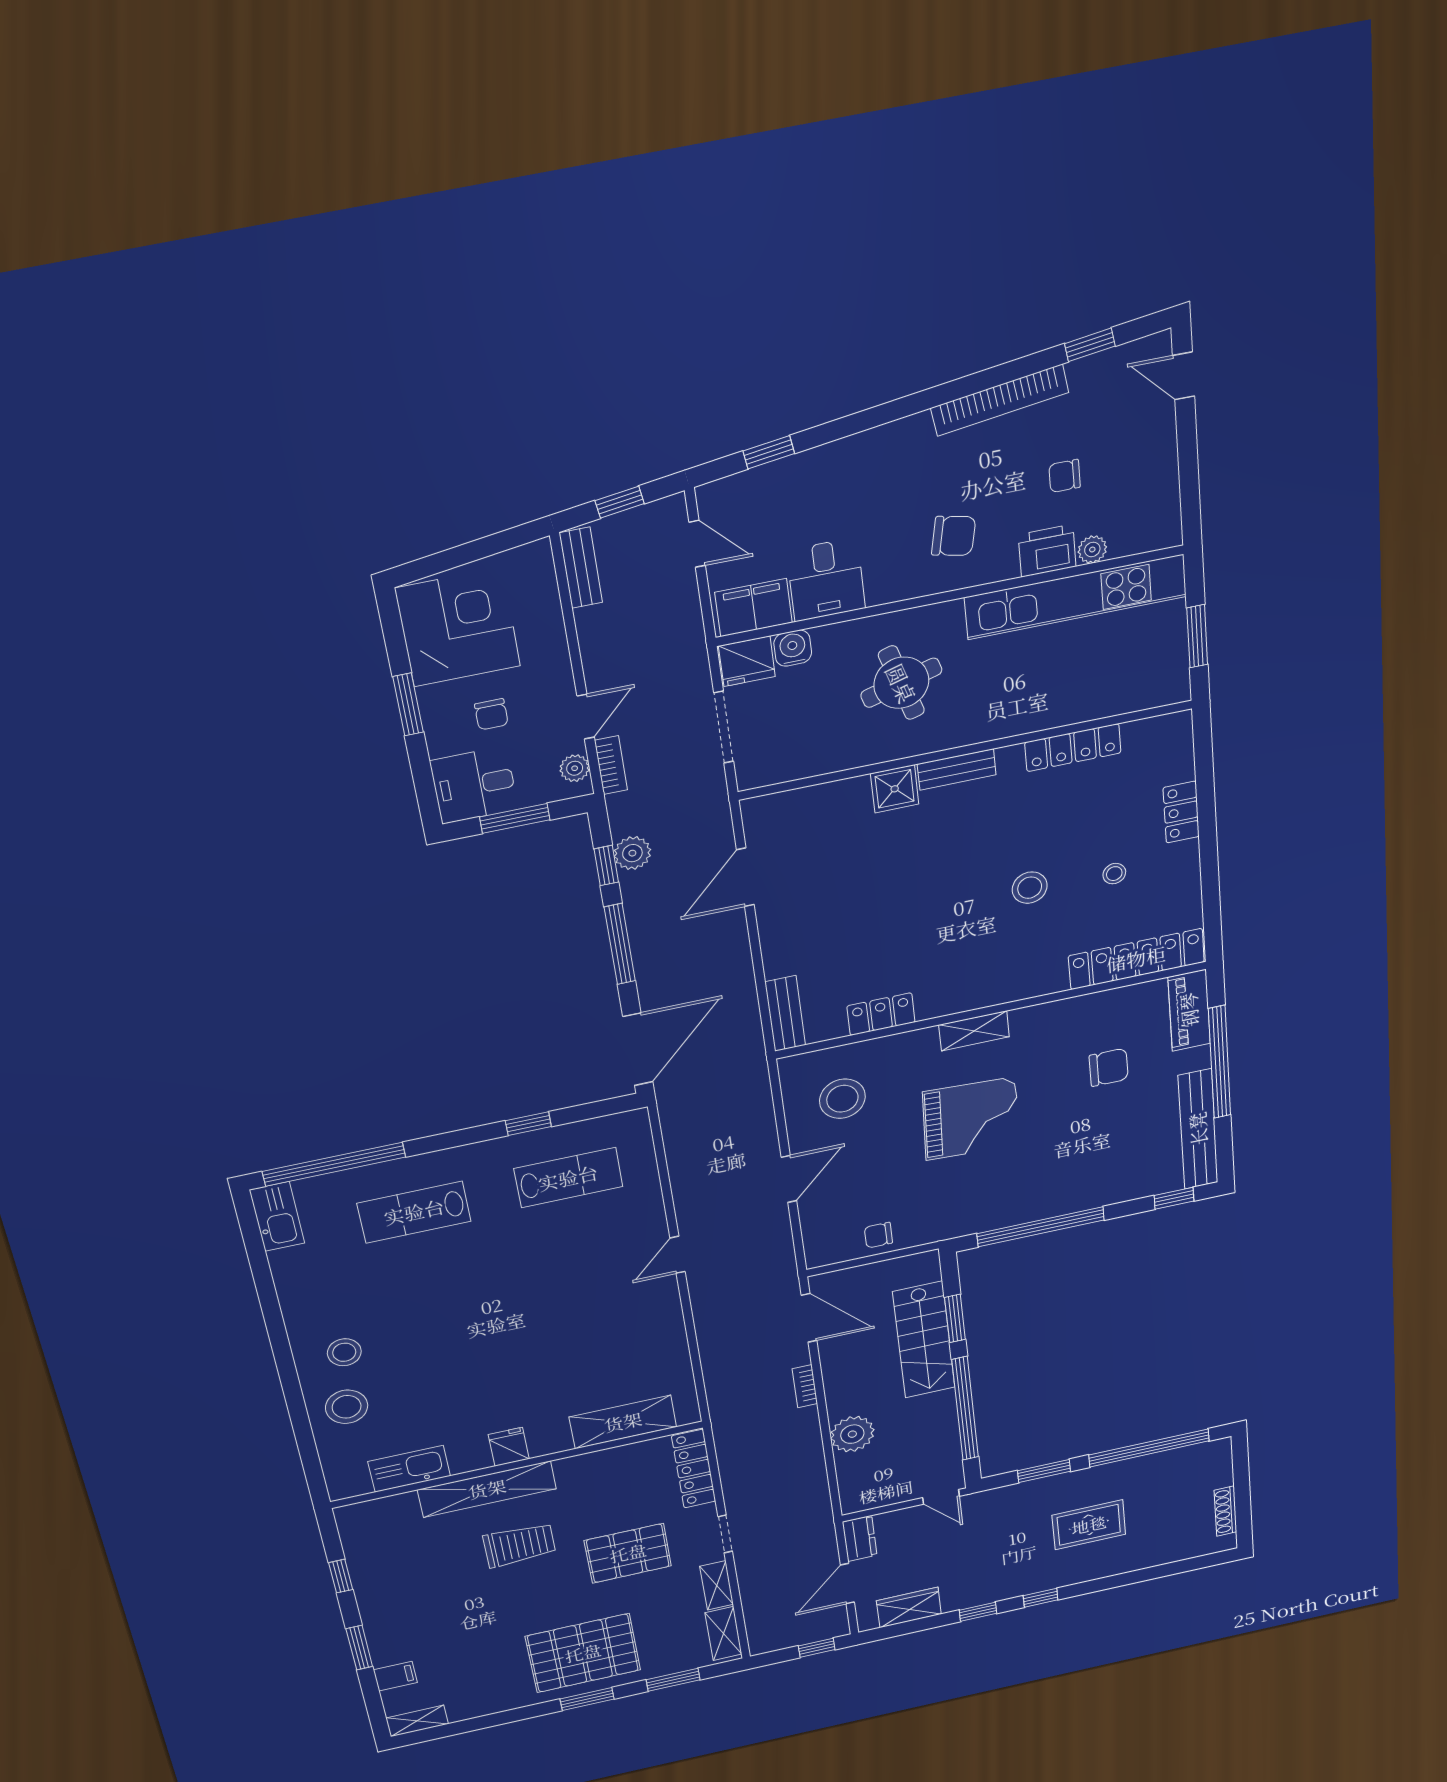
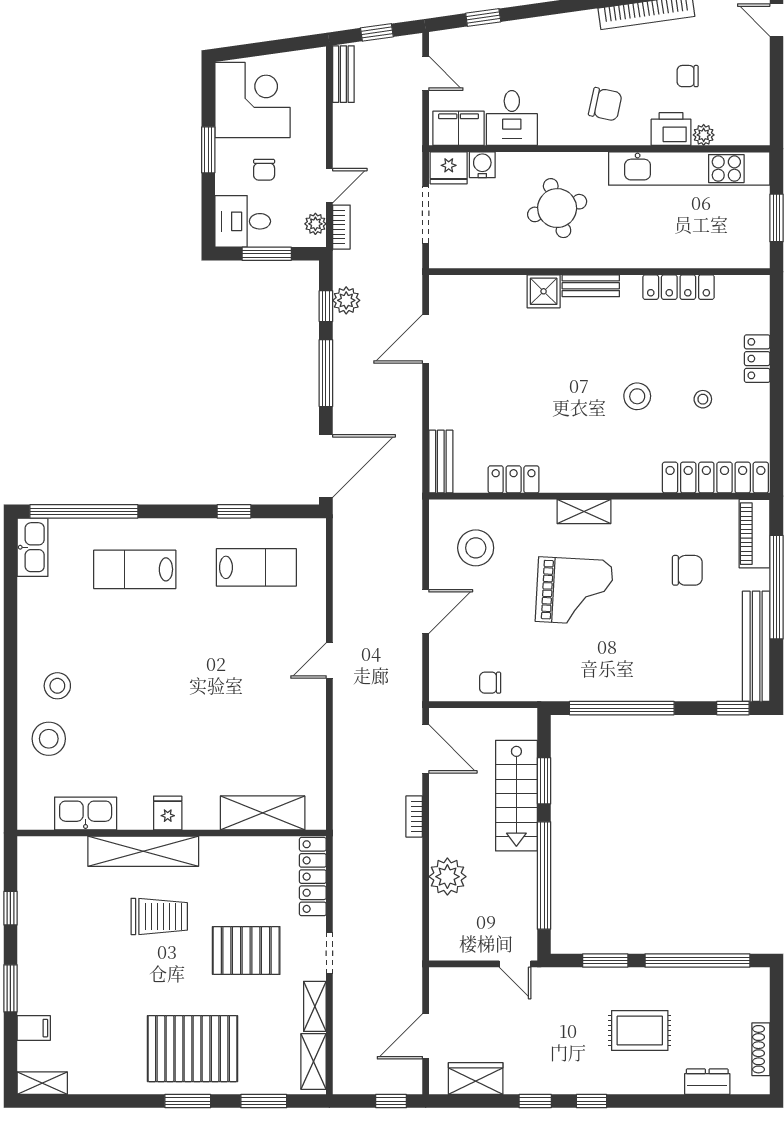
dresser: (860, 1538) -> (707, 1082), moved, turned -90

